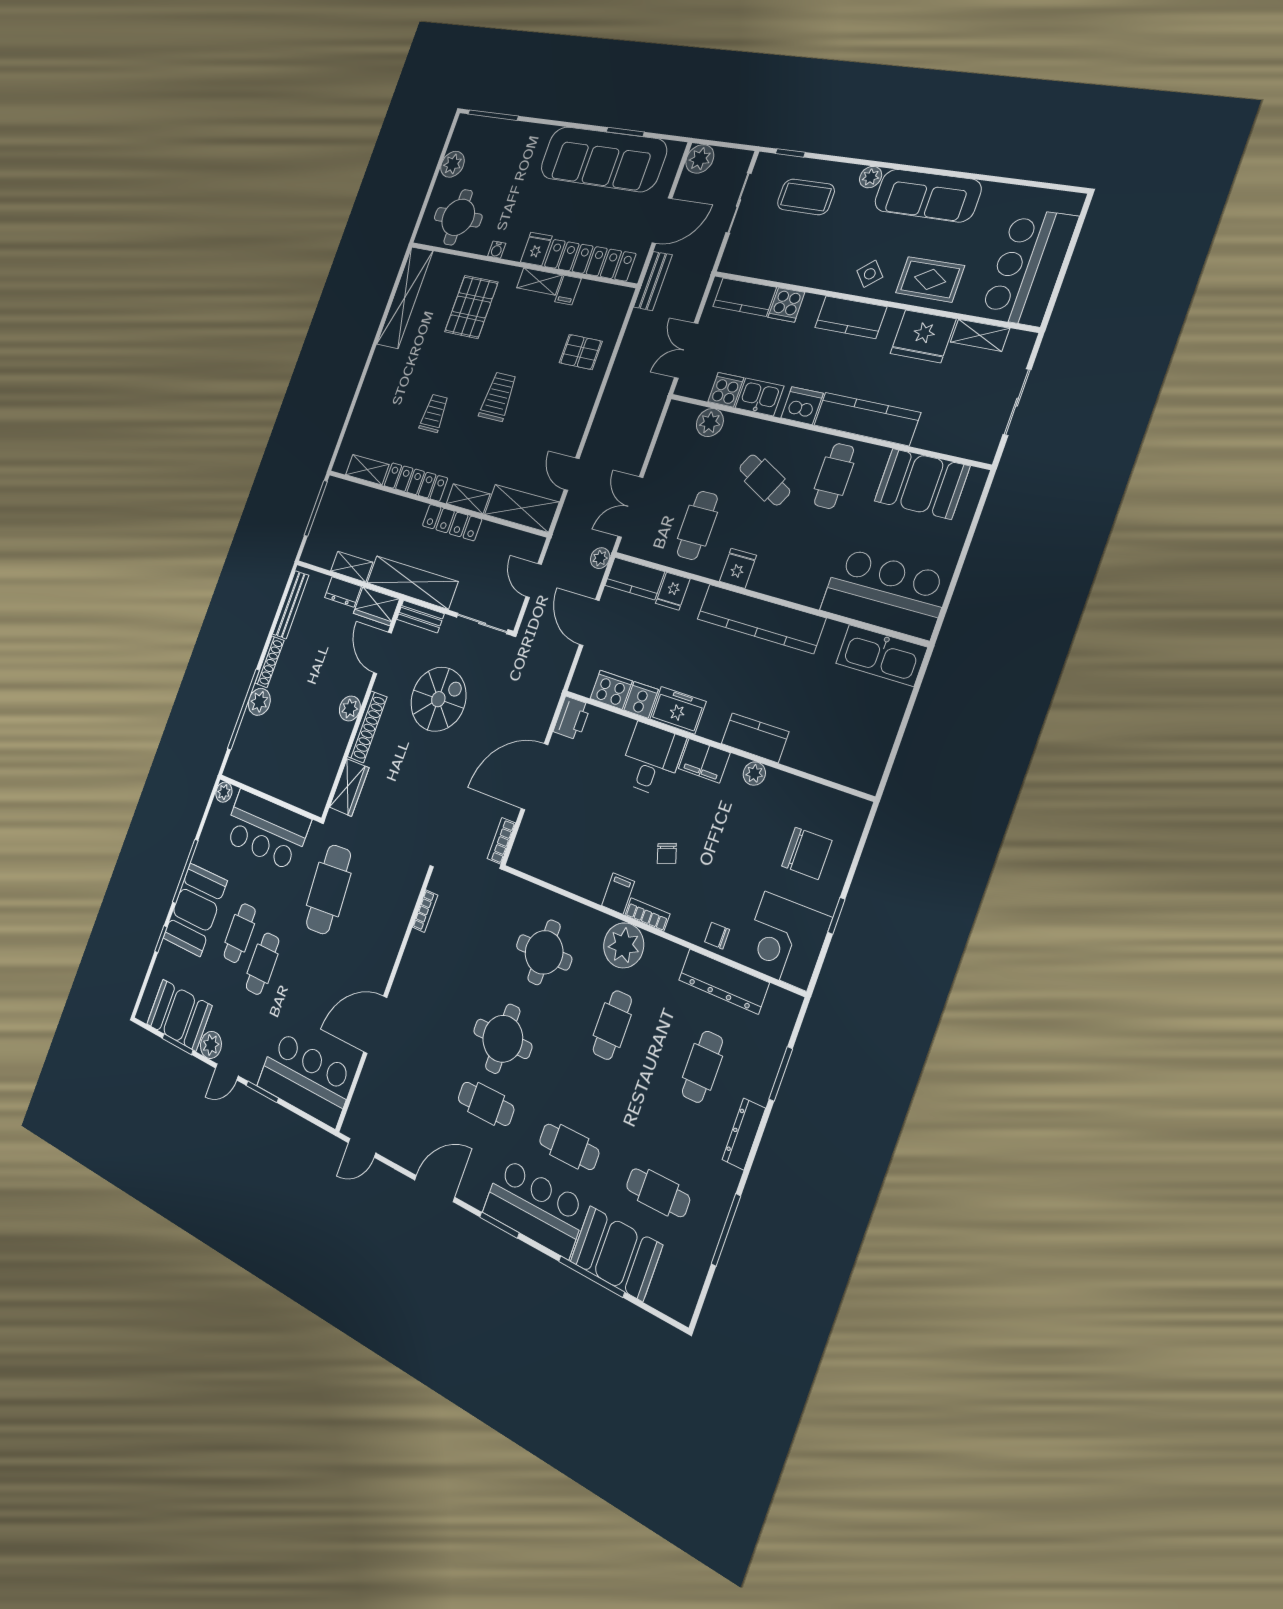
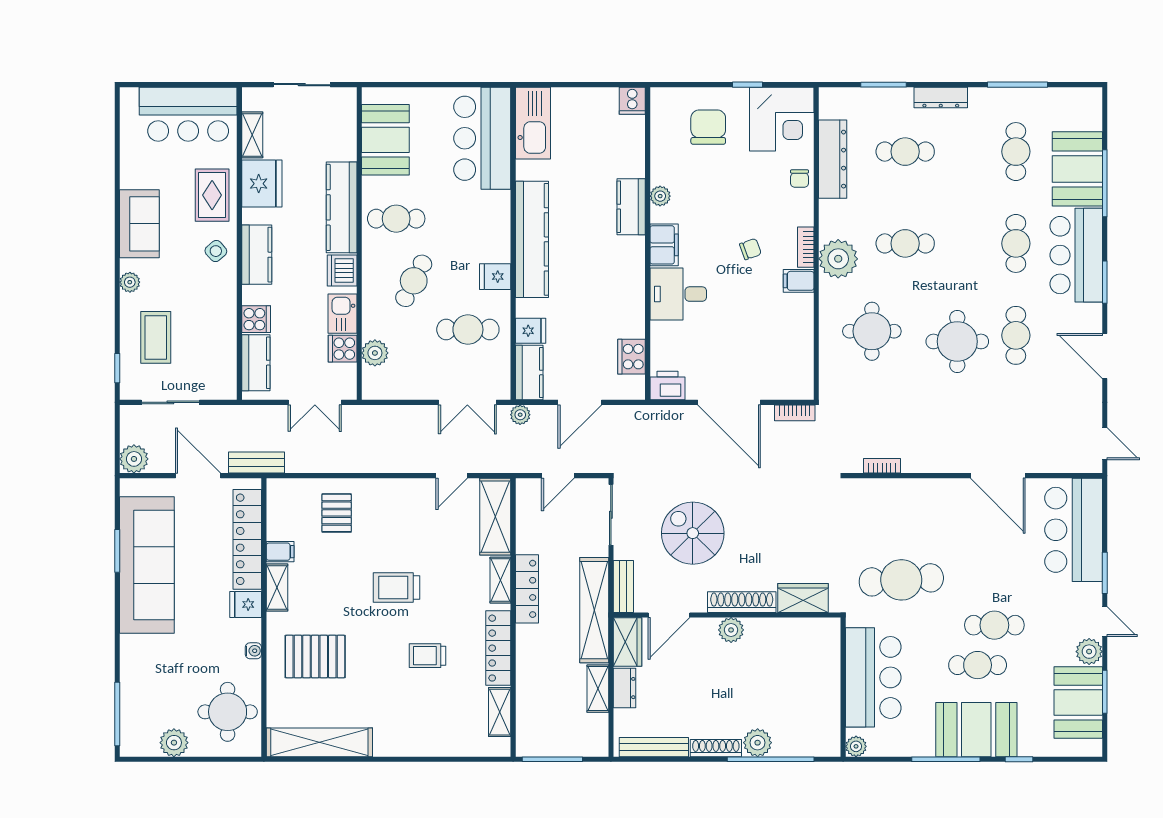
sofa: (927, 195) -> (139, 224), width x0.73
cooker: (641, 700) -> (632, 101), moved, turned -90
freezer: (678, 710) -> (630, 286), removed

